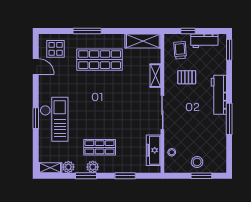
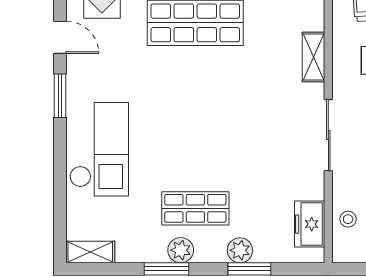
window: (36, 118) -> (60, 96), moved
freezer: (154, 150) -> (310, 224), width x0.71
plant: (68, 167) -> (240, 250), moved

